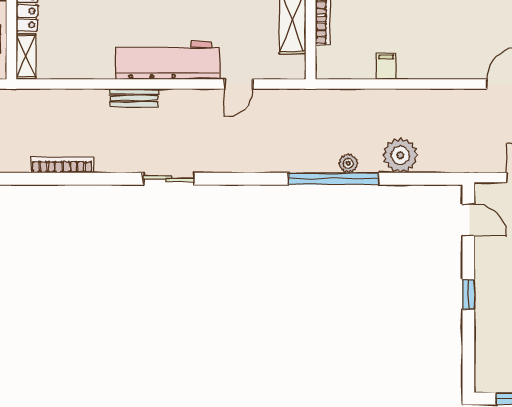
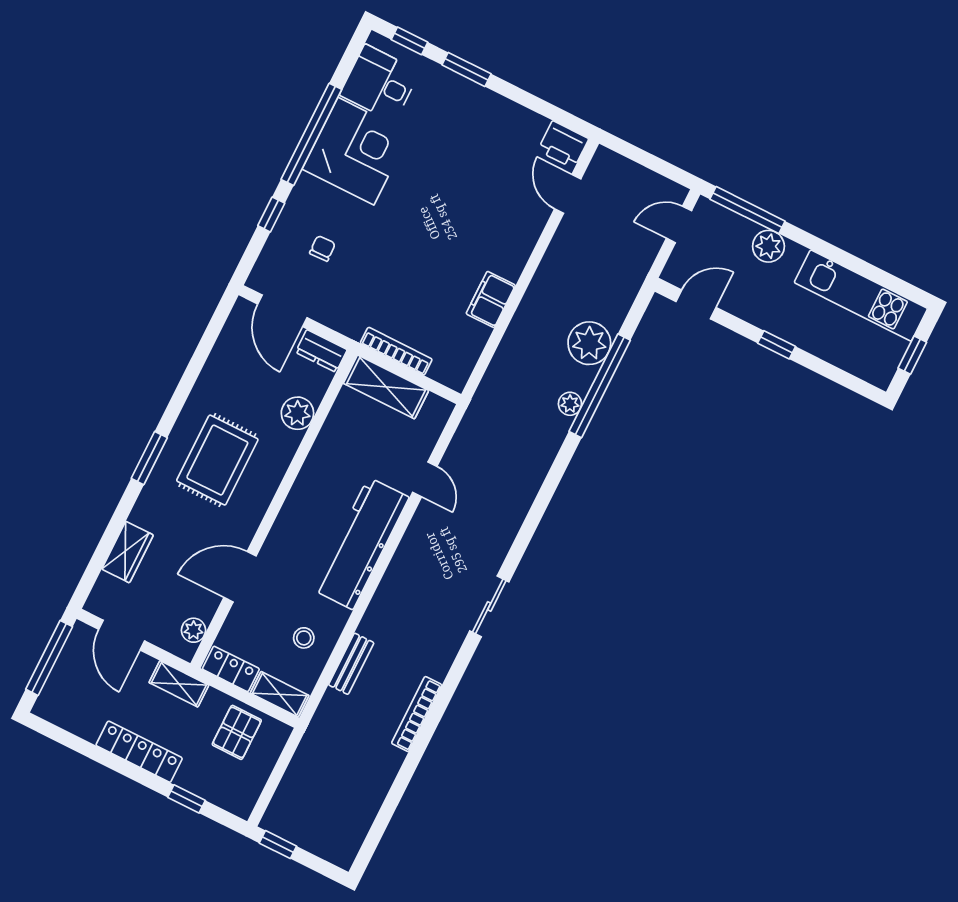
stool: (77, 53) -> (304, 638), added
filing cabinet: (386, 66) -> (491, 299), width x2.00
bench: (134, 98) -> (351, 664), moved
window: (334, 179) -> (600, 386), moved

